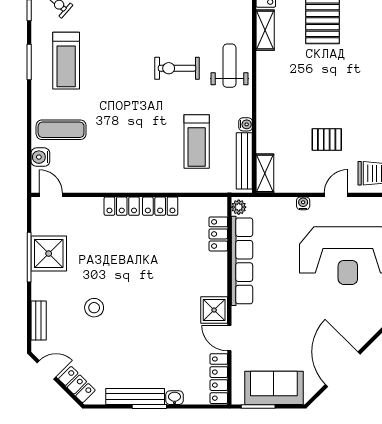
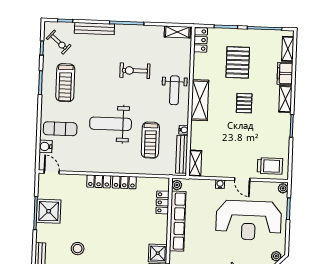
shelving: (265, 30) -> (200, 100), moved, width x1.50, depth x1.33
weight bench: (229, 66) -> (174, 90), turned 180
exercise bike: (177, 68) -> (135, 71), moved
weight bench: (136, 119) -> (111, 124), added
pallet: (327, 140) -> (244, 103), moved, turned 90
door: (336, 195) -> (242, 179), swing flipped

